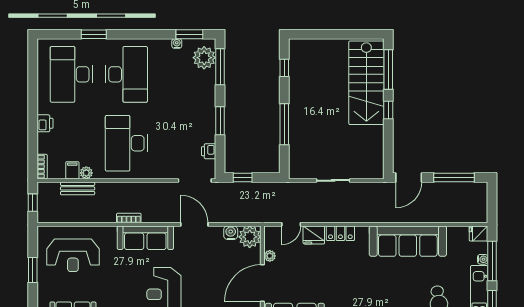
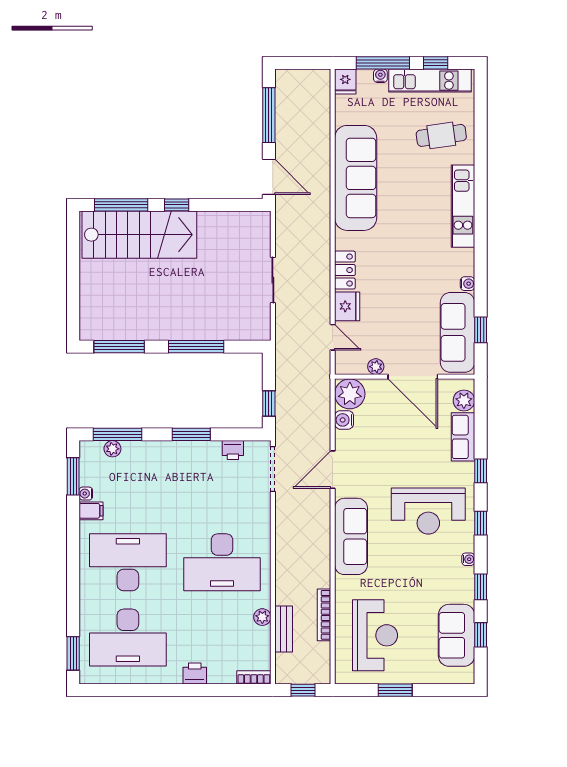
window: (94, 34) -> (73, 653), moved
plant: (204, 58) -> (112, 449), width x0.53, depth x0.53
window: (284, 68) -> (119, 347), width x2.17
filing cabinet: (72, 170) -> (91, 511), moved, turned 180
bookcase: (129, 218) -> (324, 615), moved, width x1.56

